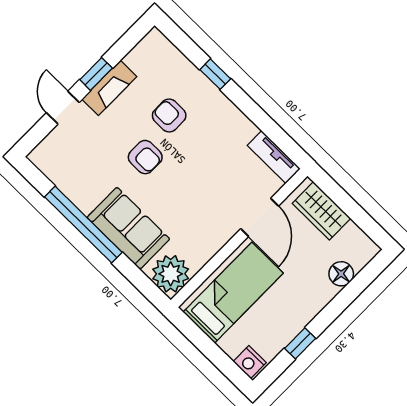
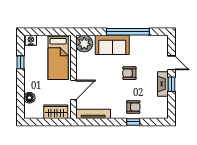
armchair: (169, 115) -> (133, 107), moved
tv unit: (274, 157) -> (93, 114), width x1.41
door: (260, 217) -> (73, 90), swing flipped

